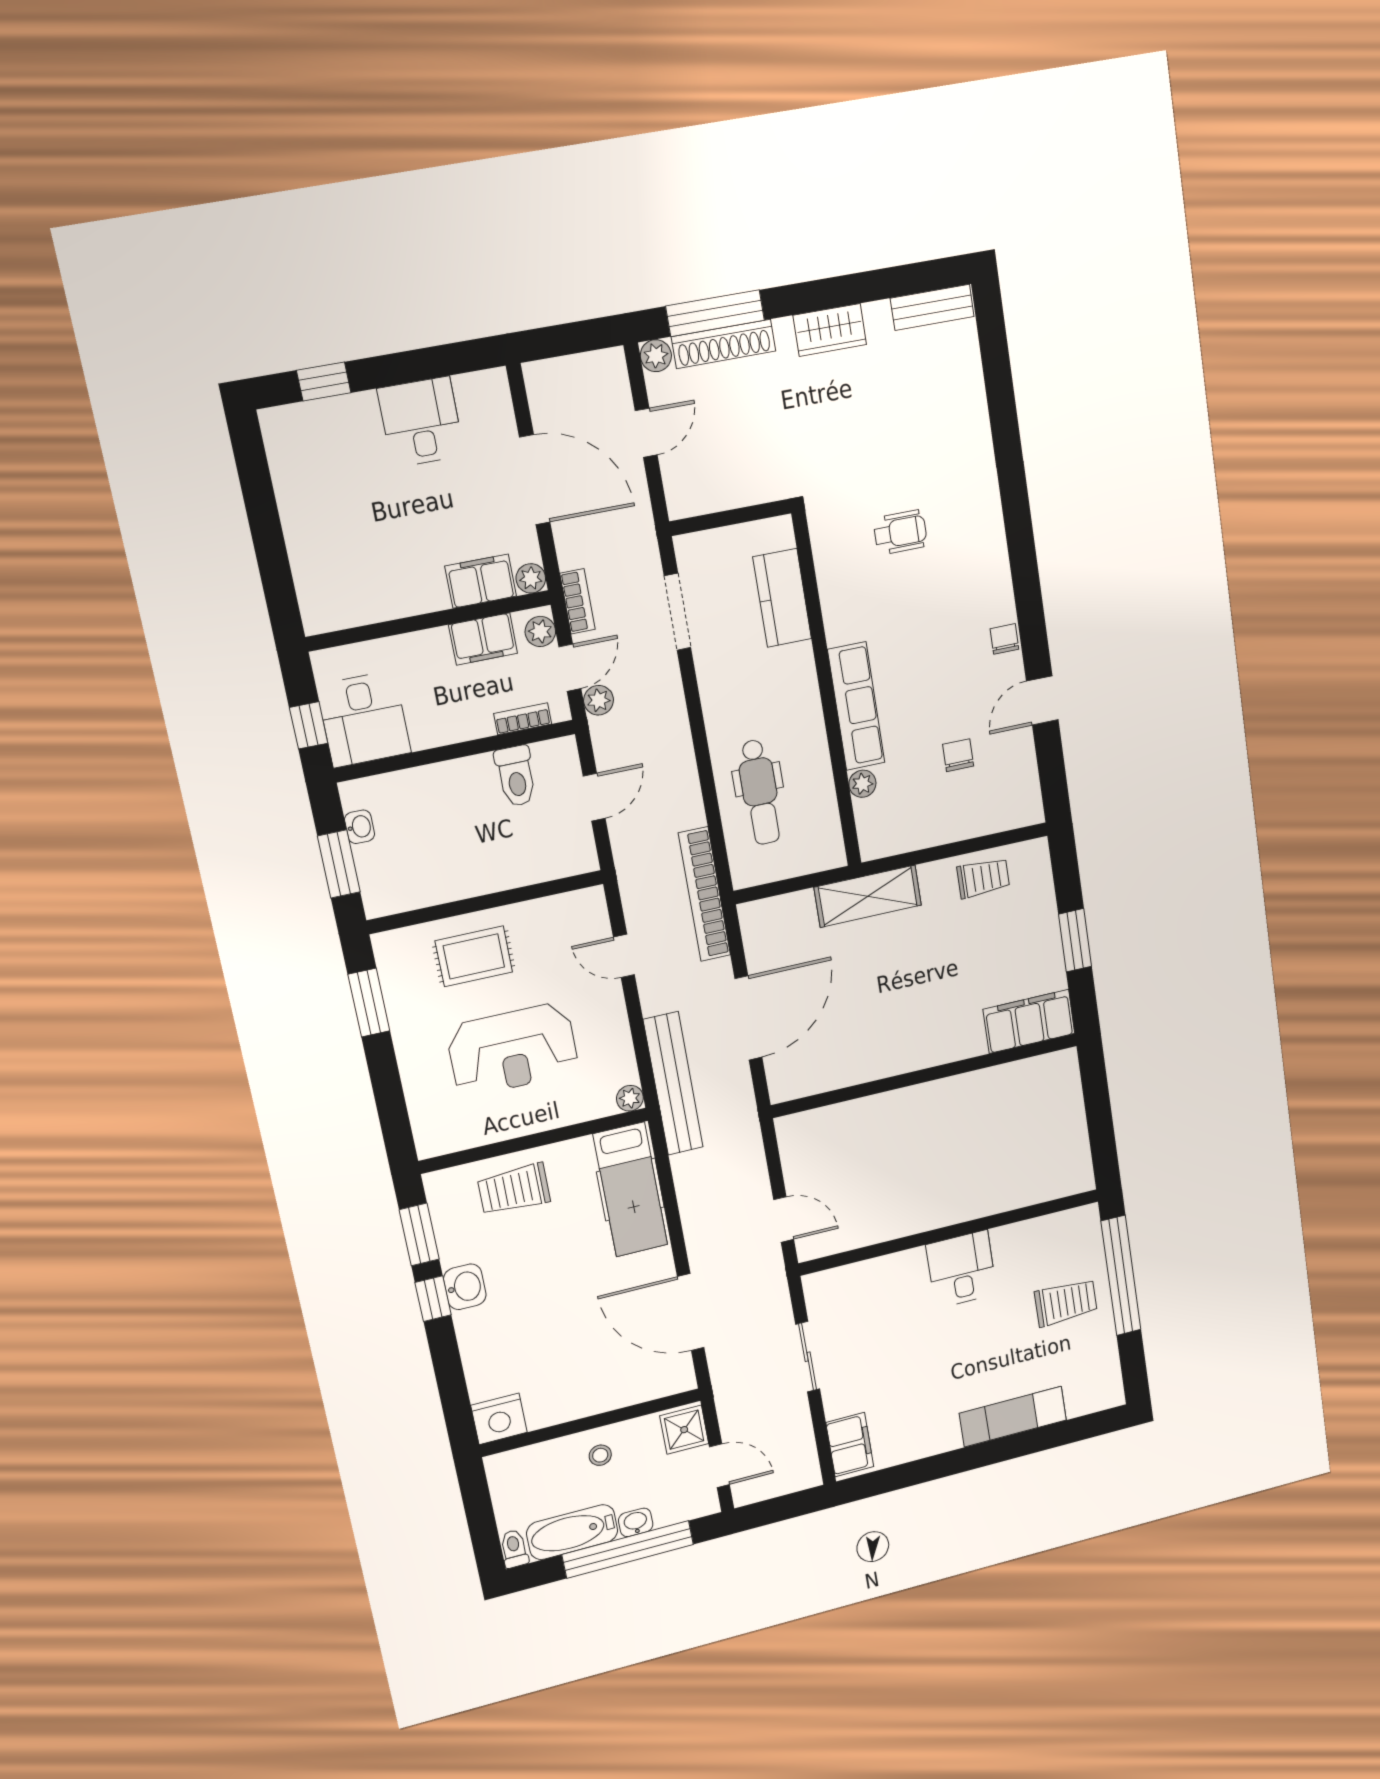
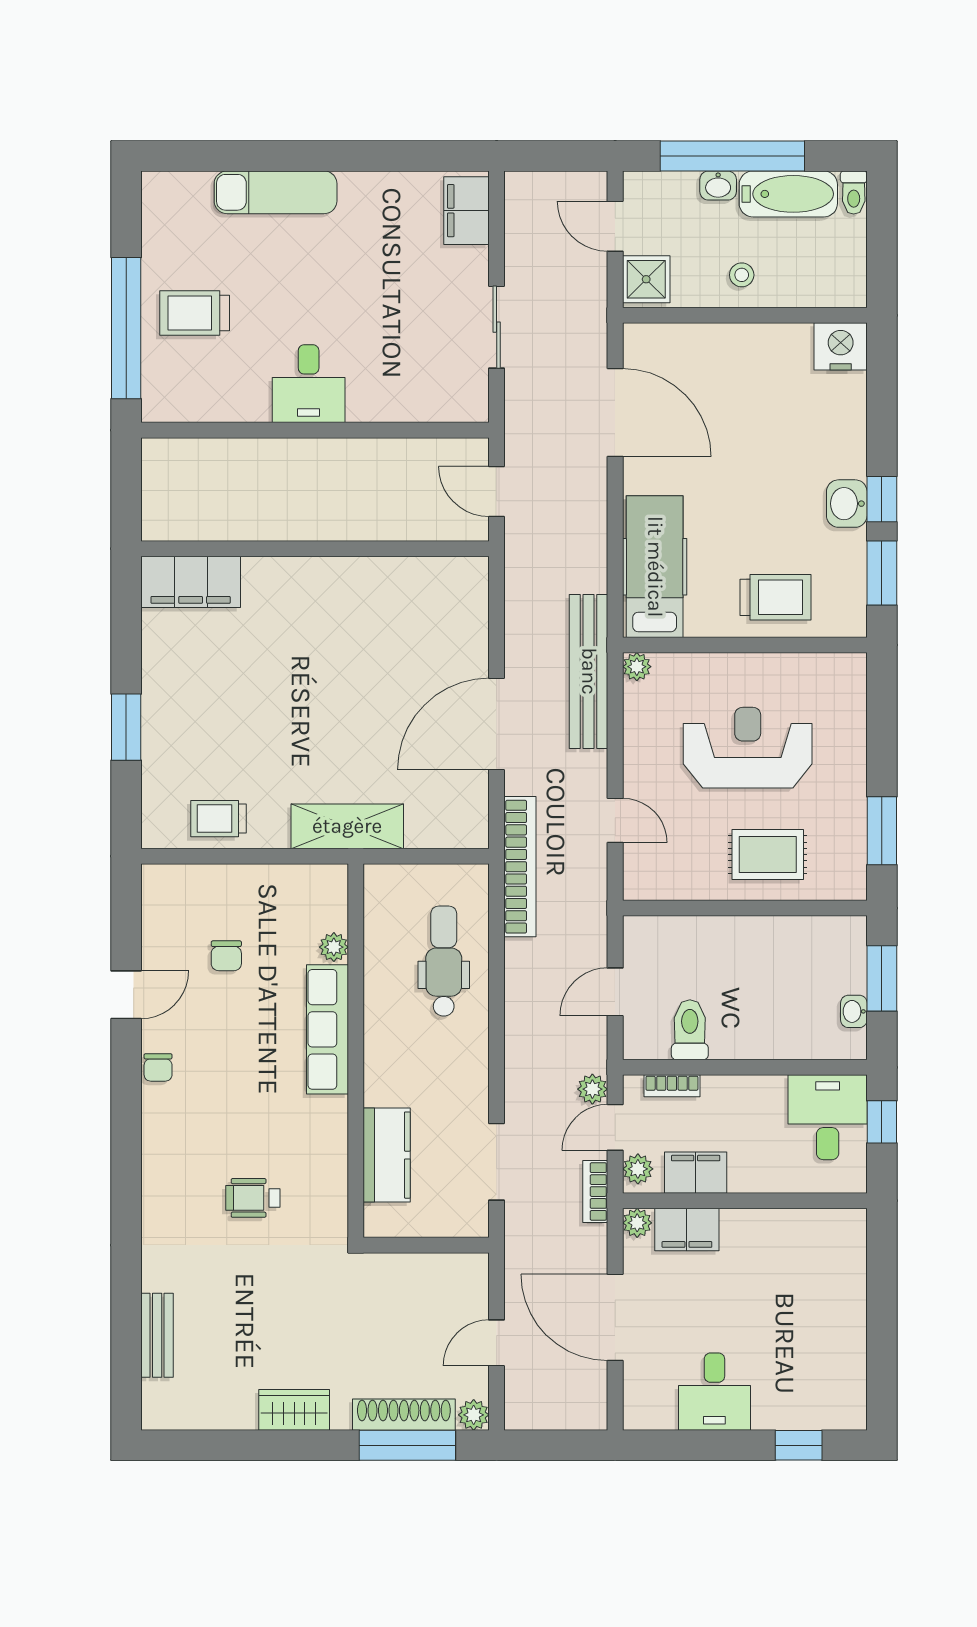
bench: (932, 307) -> (157, 1335), moved, turned 90
filing cabinet: (1029, 1021) -> (191, 582), moved
wall: (925, 1075) -> (315, 549), moved

